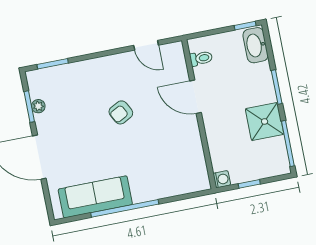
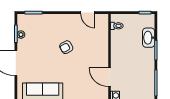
washbasin: (256, 45) -> (149, 38), moved
door: (195, 97) -> (110, 77), moved
shower: (265, 121) -> (145, 68), removed

